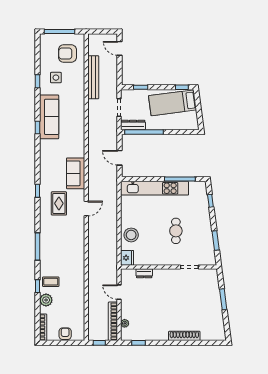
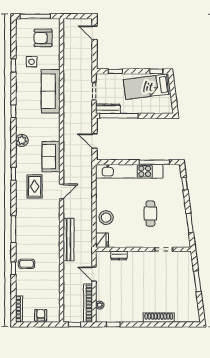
bench: (93, 77) -> (69, 240), moved
sofa: (49, 117) -> (51, 91), moved, turned 180
plant: (46, 300) -> (22, 140), moved

